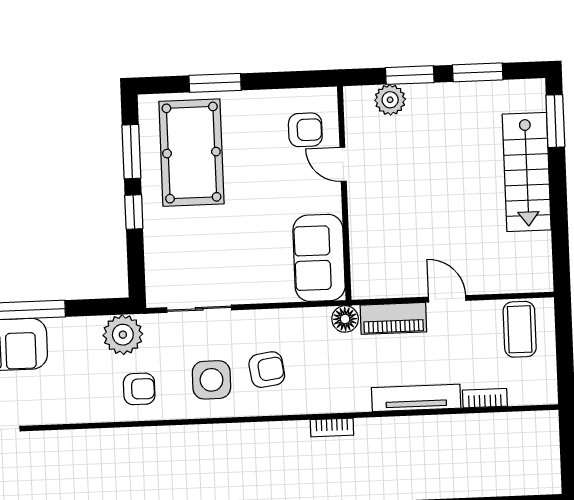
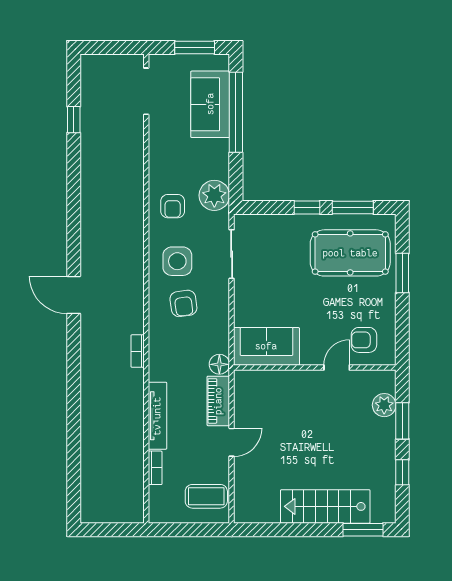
window: (478, 72) -> (402, 472), width x0.67
armchair: (305, 130) -> (364, 340), turned 90

